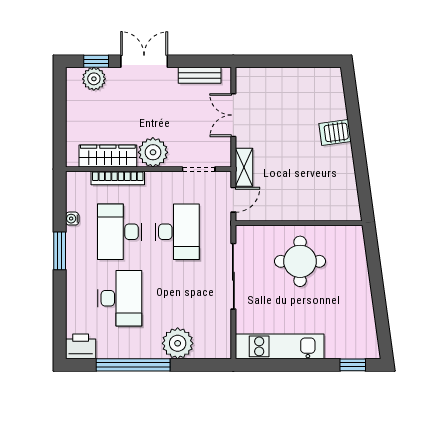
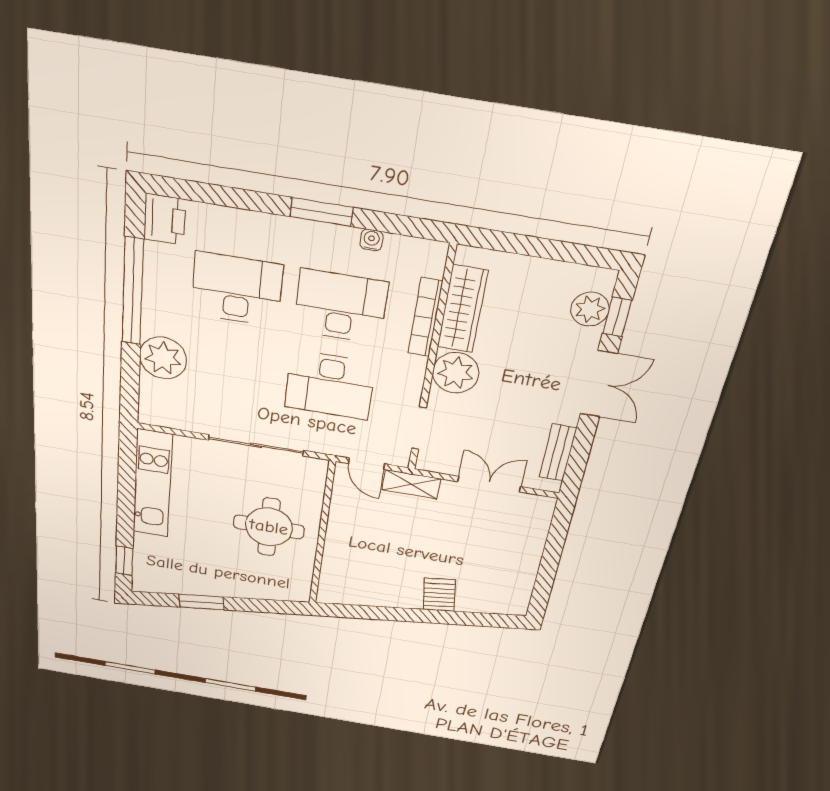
desk: (120, 298) -> (237, 289), turned 180
window: (380, 305) -> (201, 602), added

